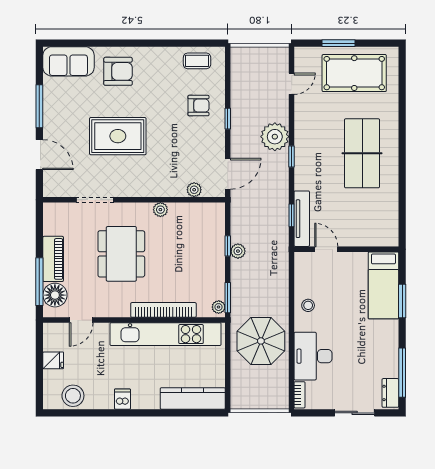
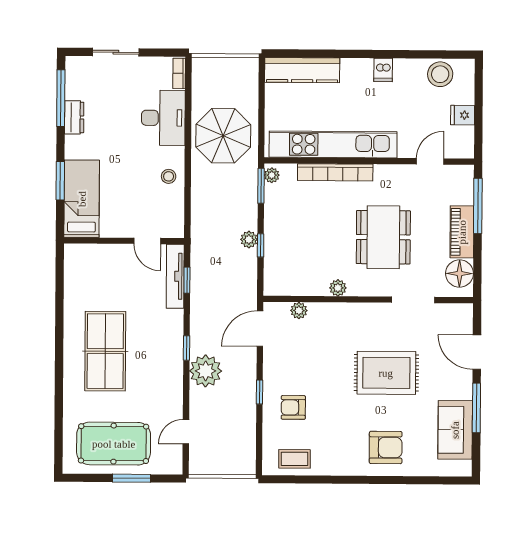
sofa: (68, 61) -> (455, 430), moved, turned -90
armchair: (118, 71) -> (386, 447), turned 180
floor lamp: (55, 295) -> (459, 274), moved
dresser: (390, 393) -> (74, 117), moved

